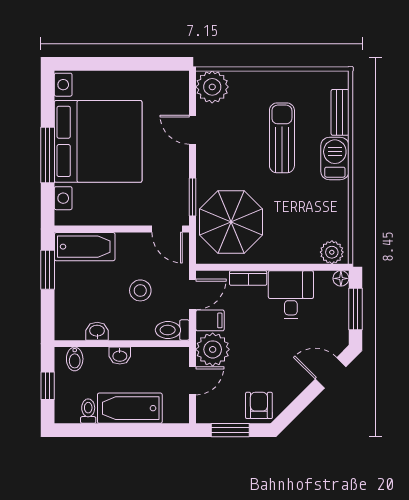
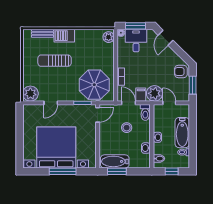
bathtub: (85, 247) -> (115, 161), moved, turned -90
desk: (291, 295) -> (136, 40), moved, turned 90

